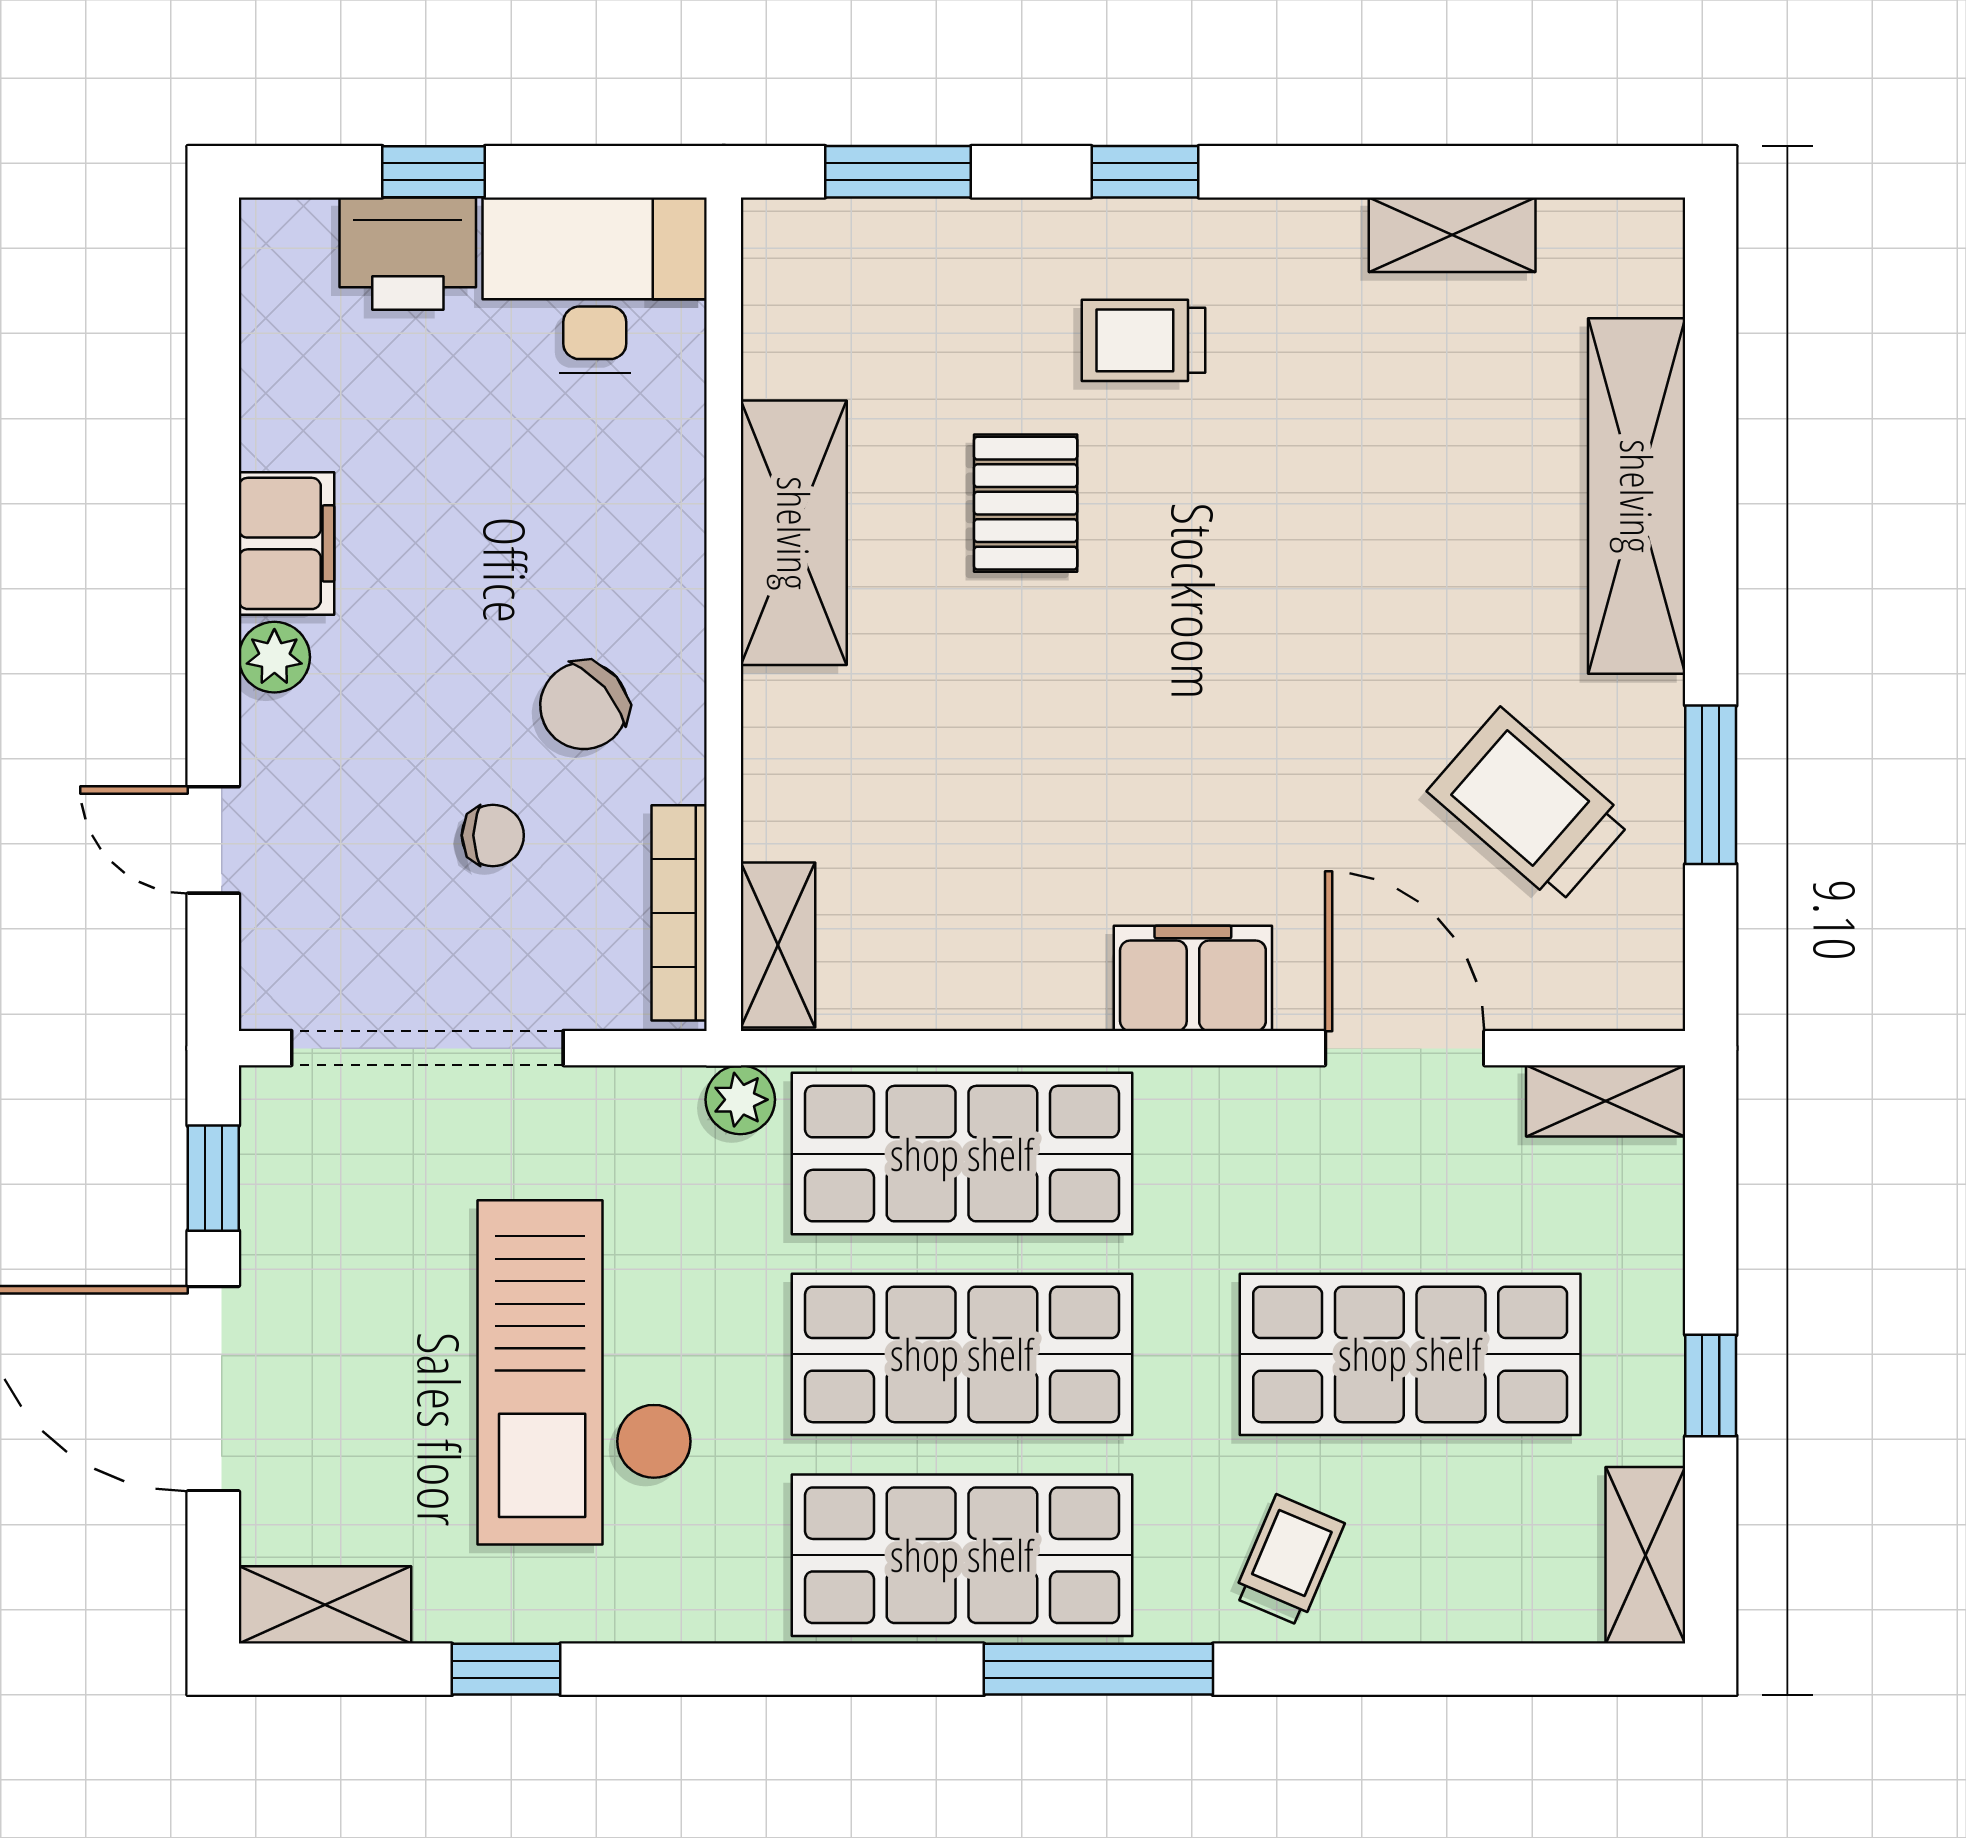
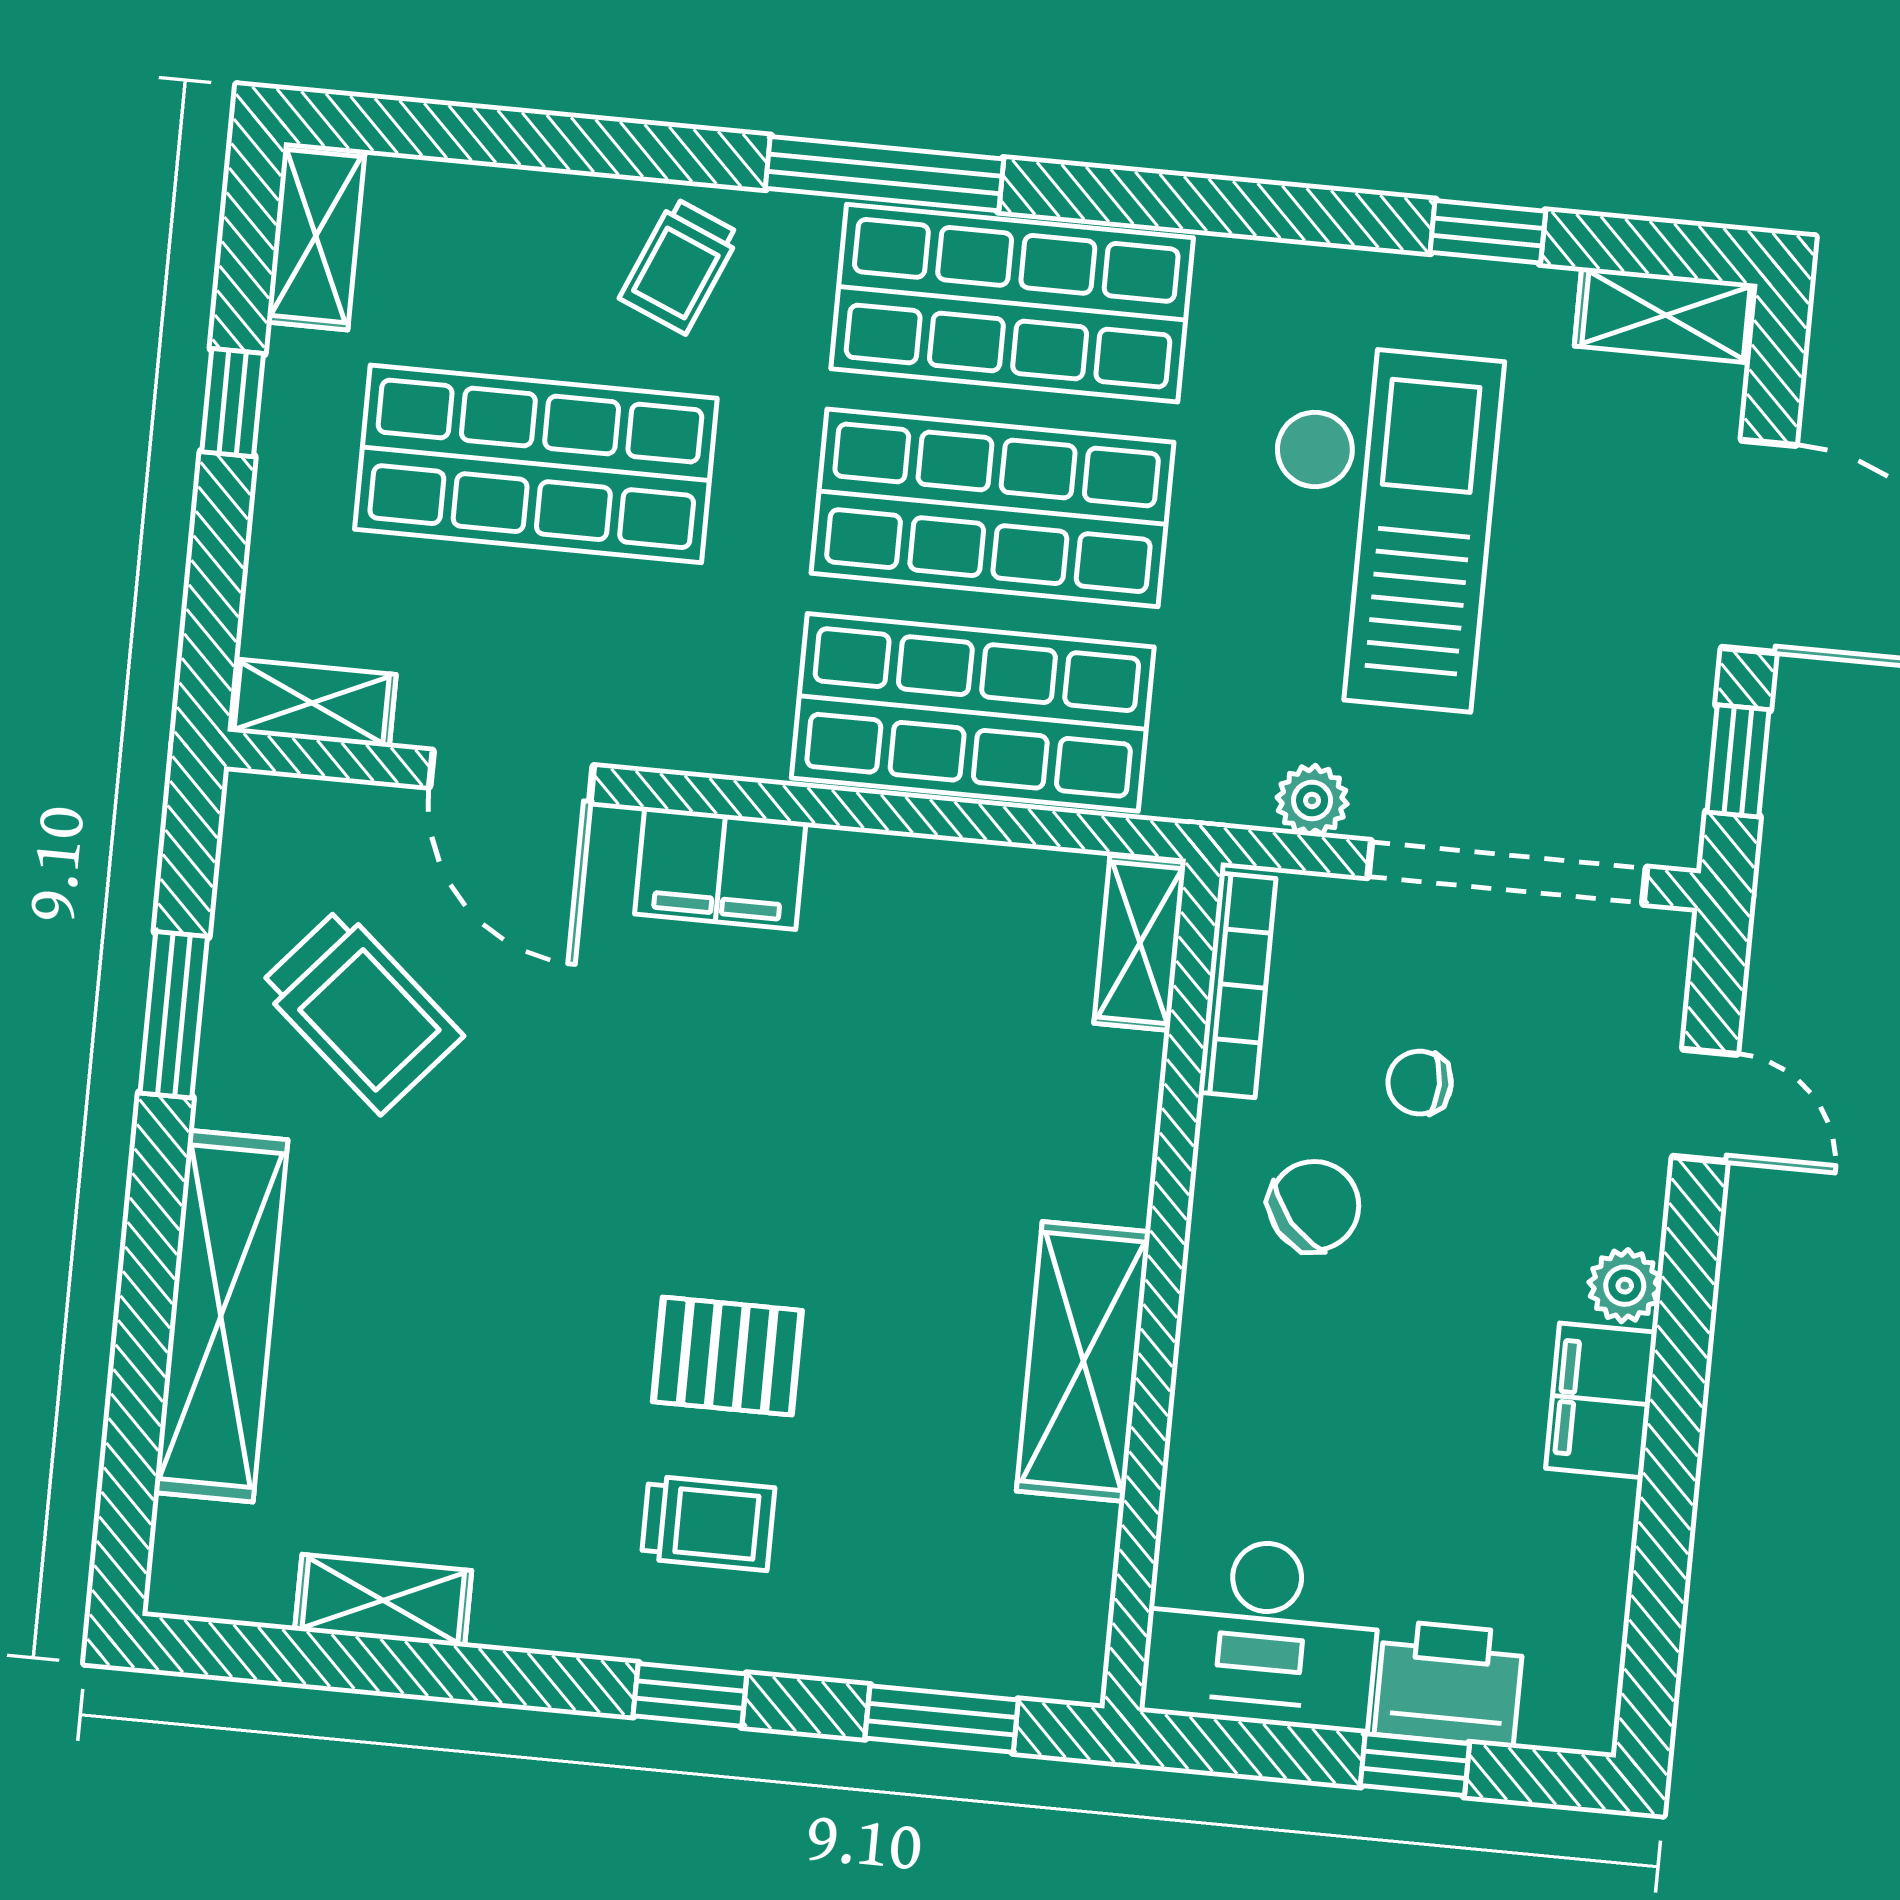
pallet: (1026, 503) -> (727, 1356), moved, turned 90
plant: (740, 1100) -> (1312, 800), moved

